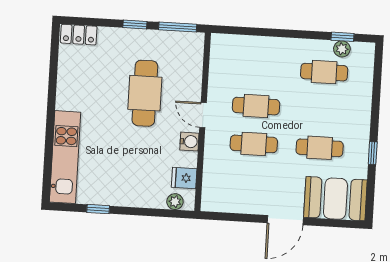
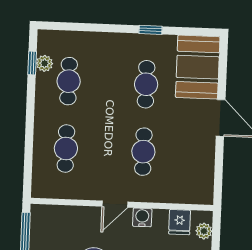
cafe table: (256, 106) -> (66, 148), moved

